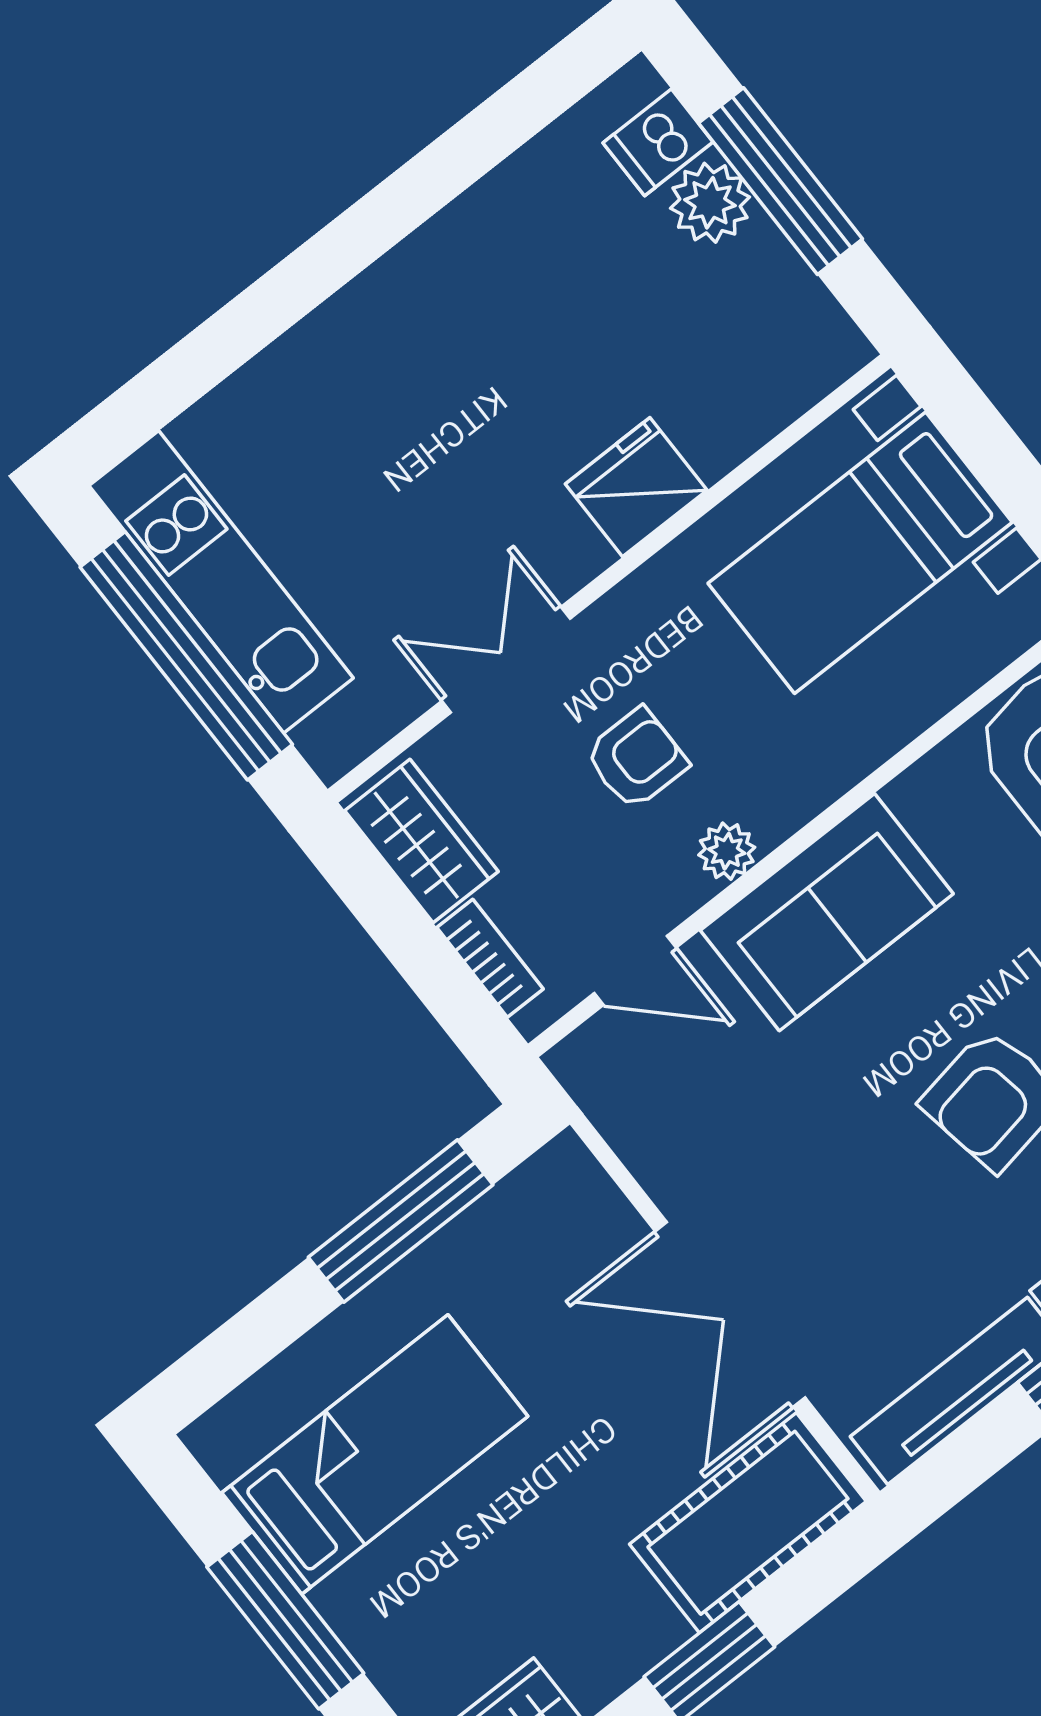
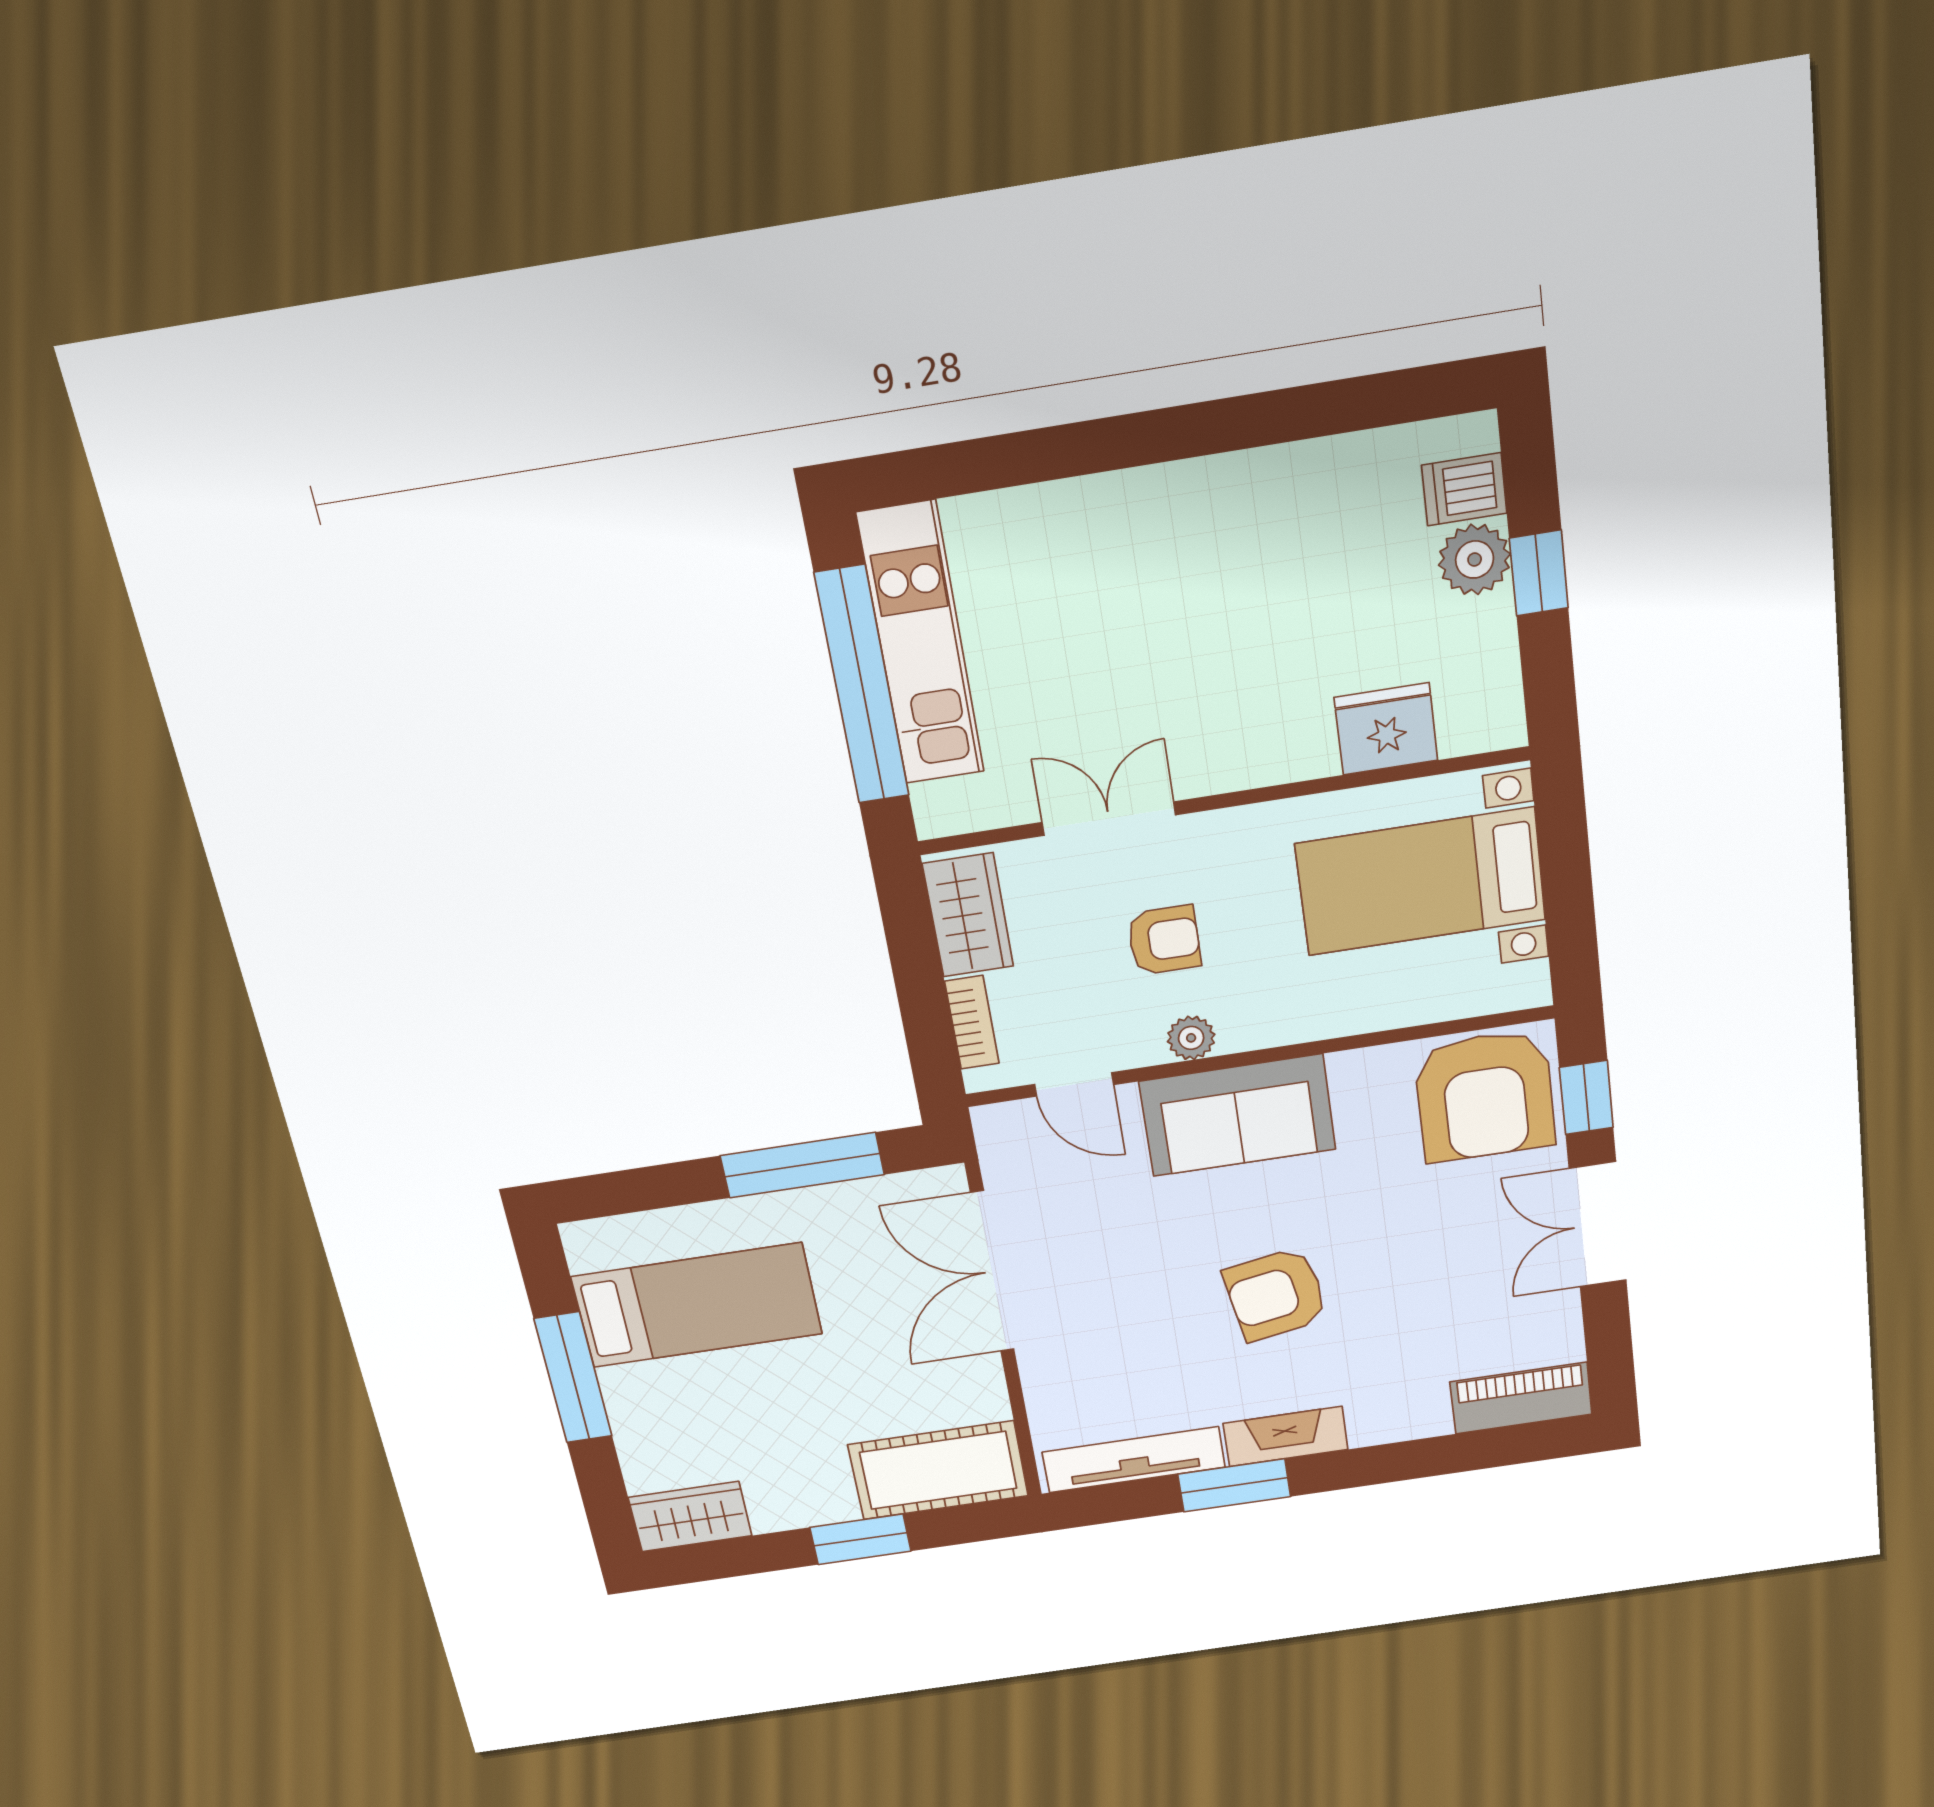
window: (780, 181) -> (1539, 573), width x0.46
fridge: (636, 487) -> (1386, 729), moved
double door: (730, 1314) -> (992, 1272), moved

